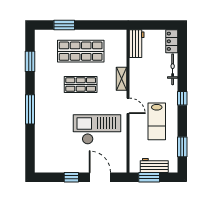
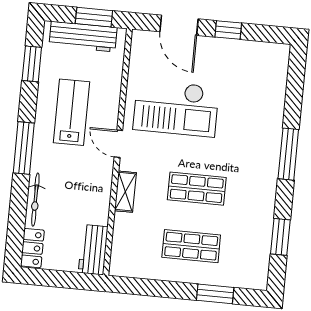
shop shelf: (81, 51) -> (191, 246), width x0.70, depth x0.74
window: (182, 98) -> (24, 148), width x2.17
workbench: (154, 165) -> (83, 37), width x1.38

